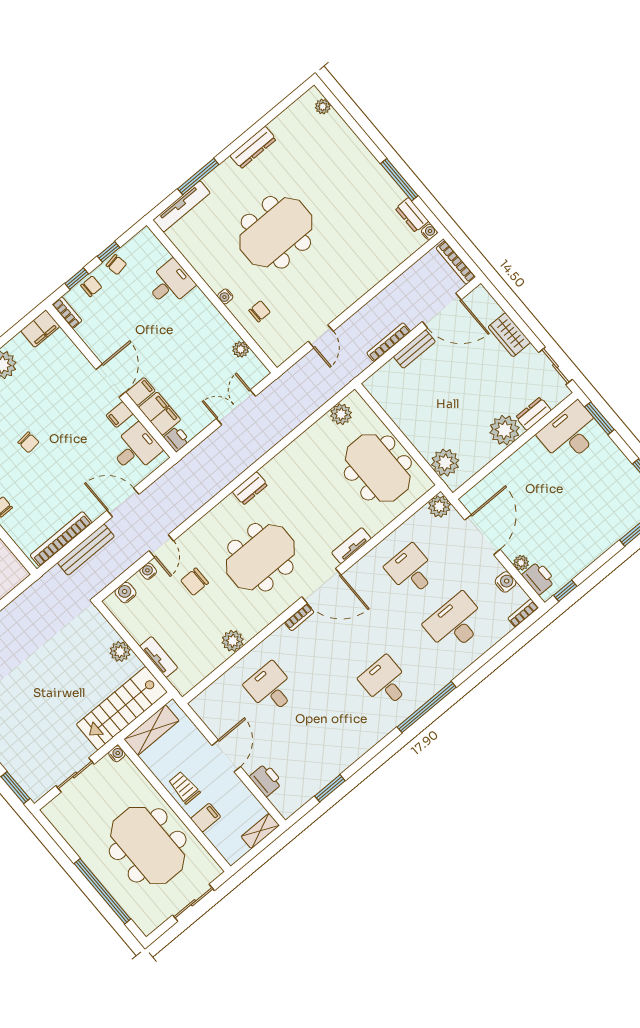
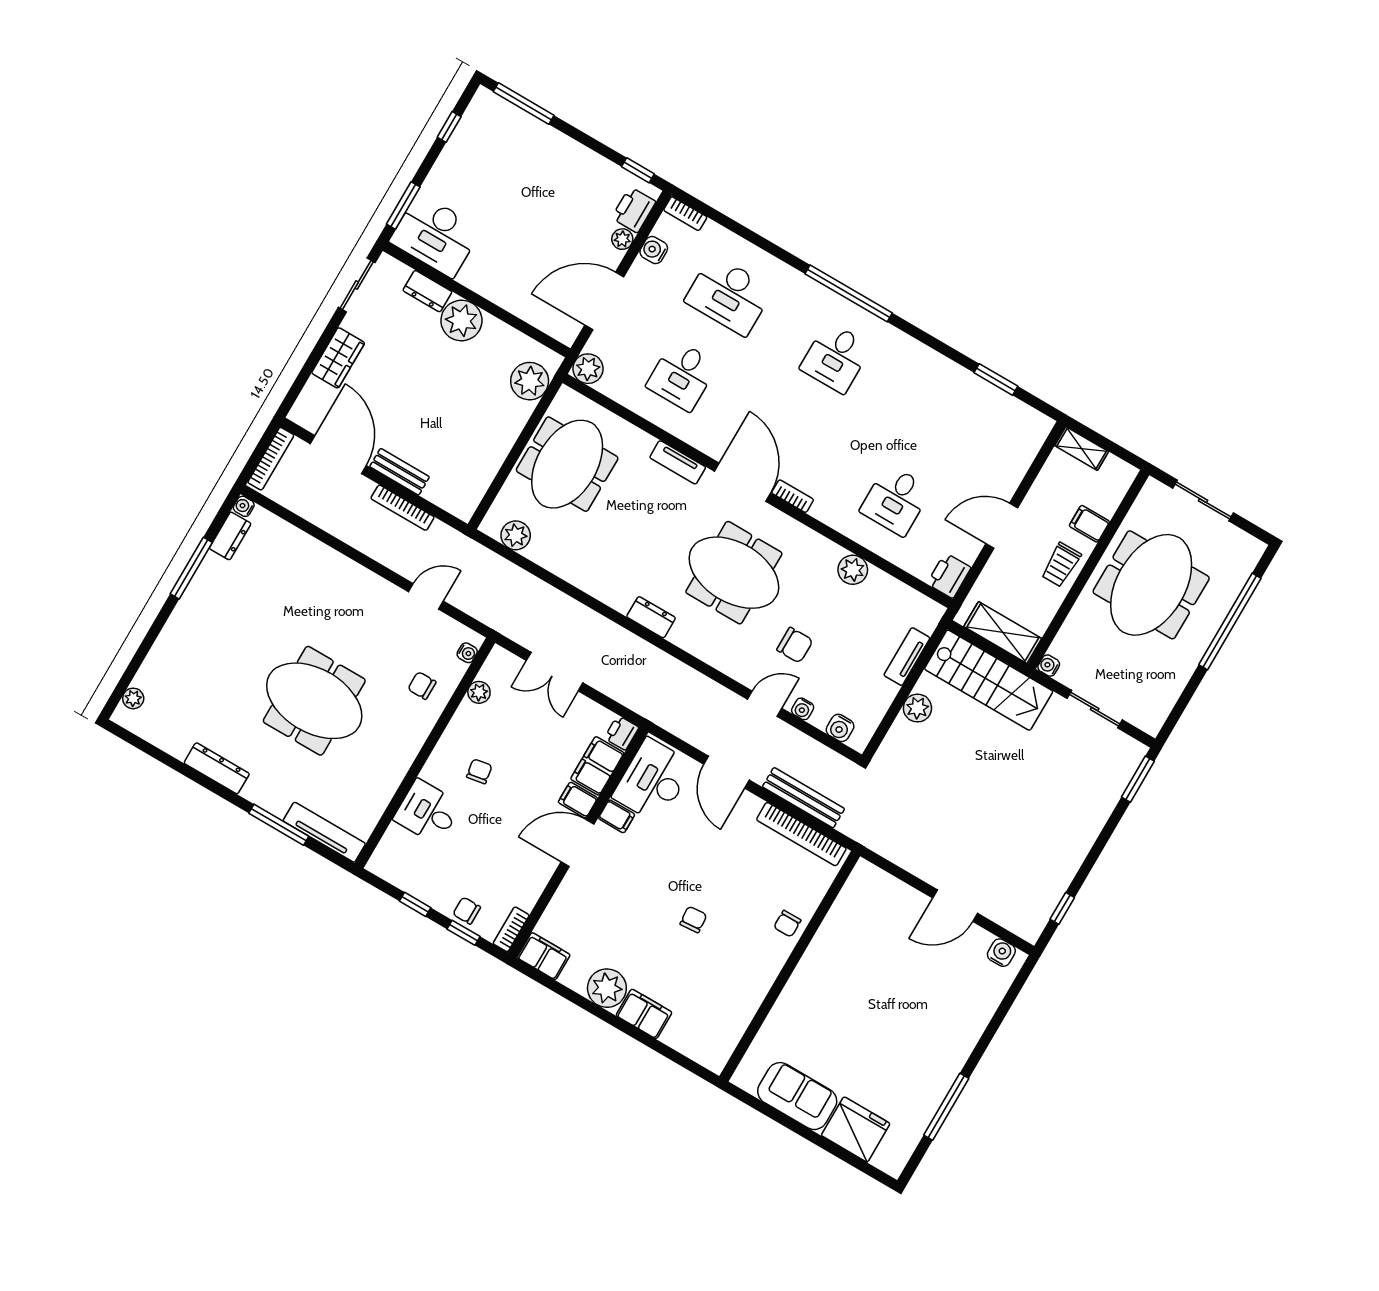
chair: (116, 265) -> (479, 771), moved
water cooler: (225, 296) -> (467, 653), moved
desk: (136, 449) -> (653, 781), width x1.37
printer: (266, 780) -> (949, 576), moved

